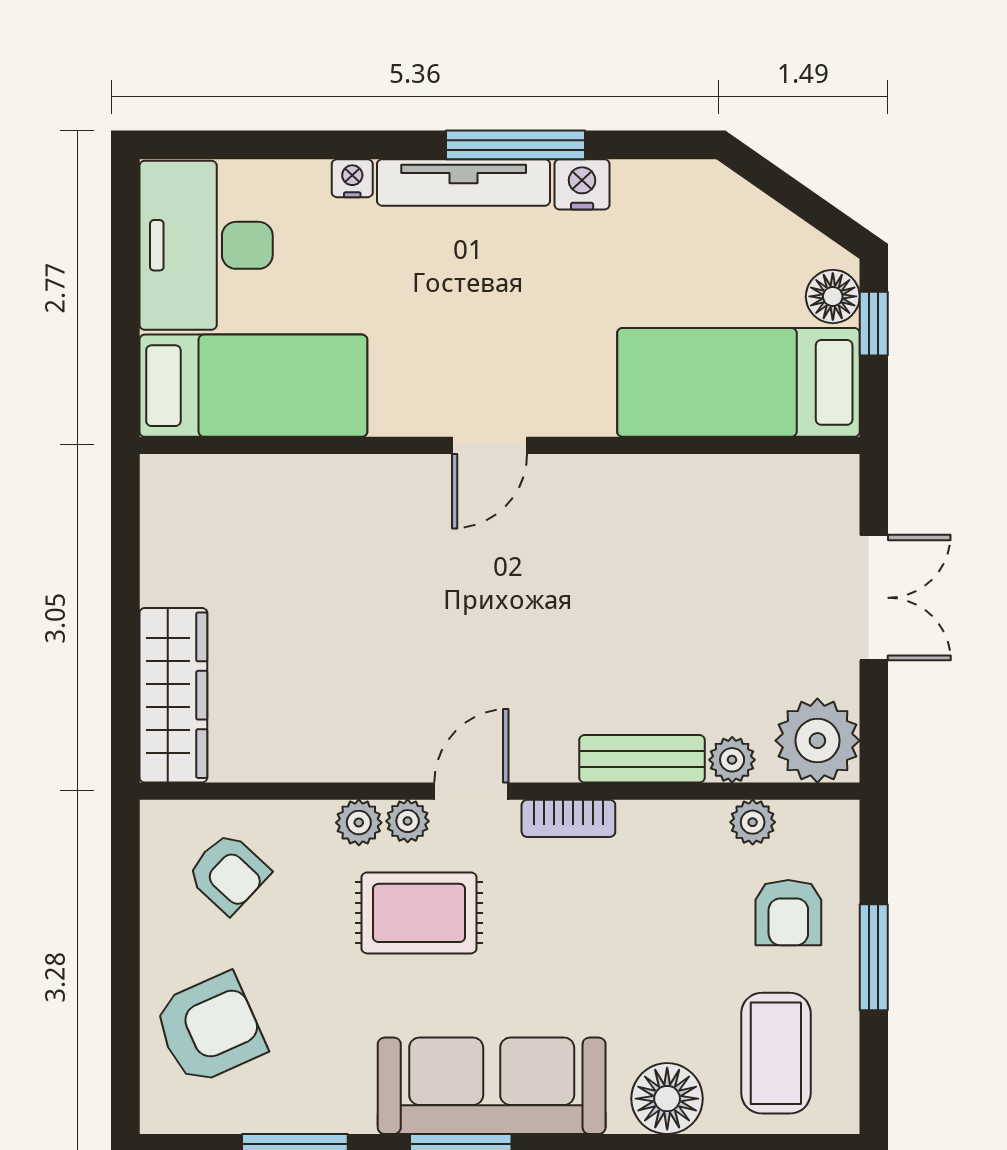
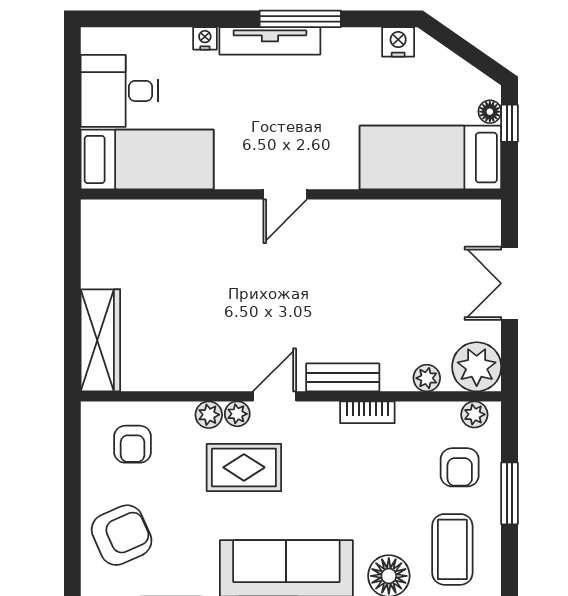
nightstand: (582, 184) -> (398, 42), moved
desk: (206, 245) -> (120, 91), width x0.73
floor lamp: (833, 296) -> (490, 112), width x0.73, depth x0.73
double door: (874, 598) -> (510, 283), swing flipped
bench: (642, 759) -> (343, 377), moved
bookcase: (568, 818) -> (367, 412), moved
plant: (753, 822) -> (474, 414), moved
armchair: (228, 873) -> (133, 444), turned 47

